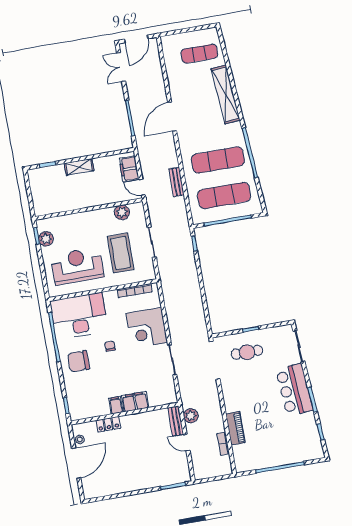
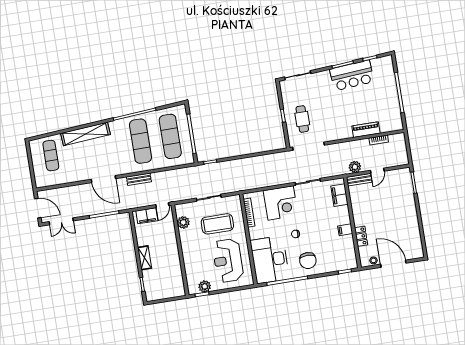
bench: (177, 182) -> (139, 179), moved
bar counter: (294, 390) -> (352, 75), moved
filing cabinet: (135, 402) -> (339, 195), moved

